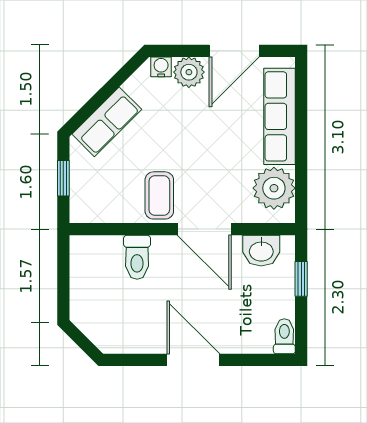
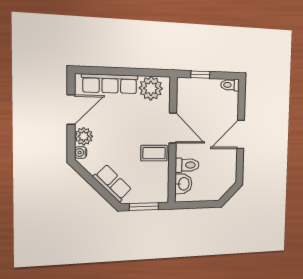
door: (234, 51) -> (71, 110), hinge flipped
window: (63, 178) -> (144, 207), width x1.50
door: (204, 229) -> (173, 128), hinge flipped
washbasin: (261, 251) -> (183, 184), moved

